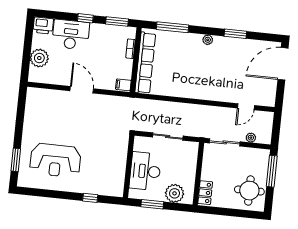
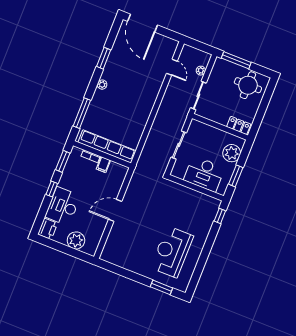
filing cabinet: (123, 85) -> (103, 165), moved
reception desk: (55, 160) -> (172, 252), turned 180
window: (90, 198) -> (220, 216), moved

